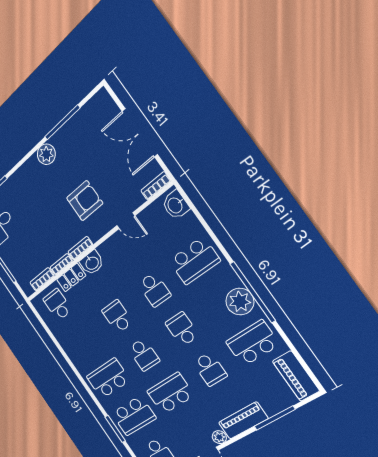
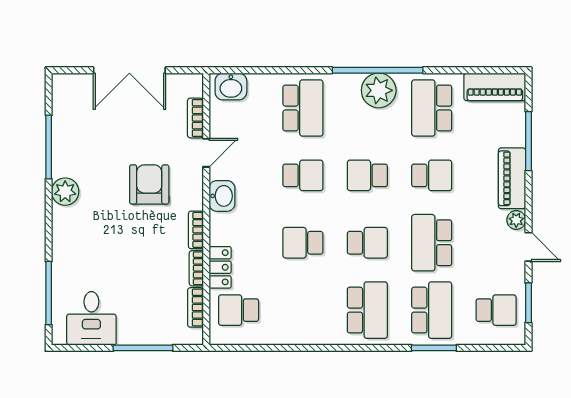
bookcase: (156, 186) -> (195, 118), moved
washbasin: (92, 263) -> (222, 196), moved
school desk: (108, 378) -> (367, 310), turned 180

